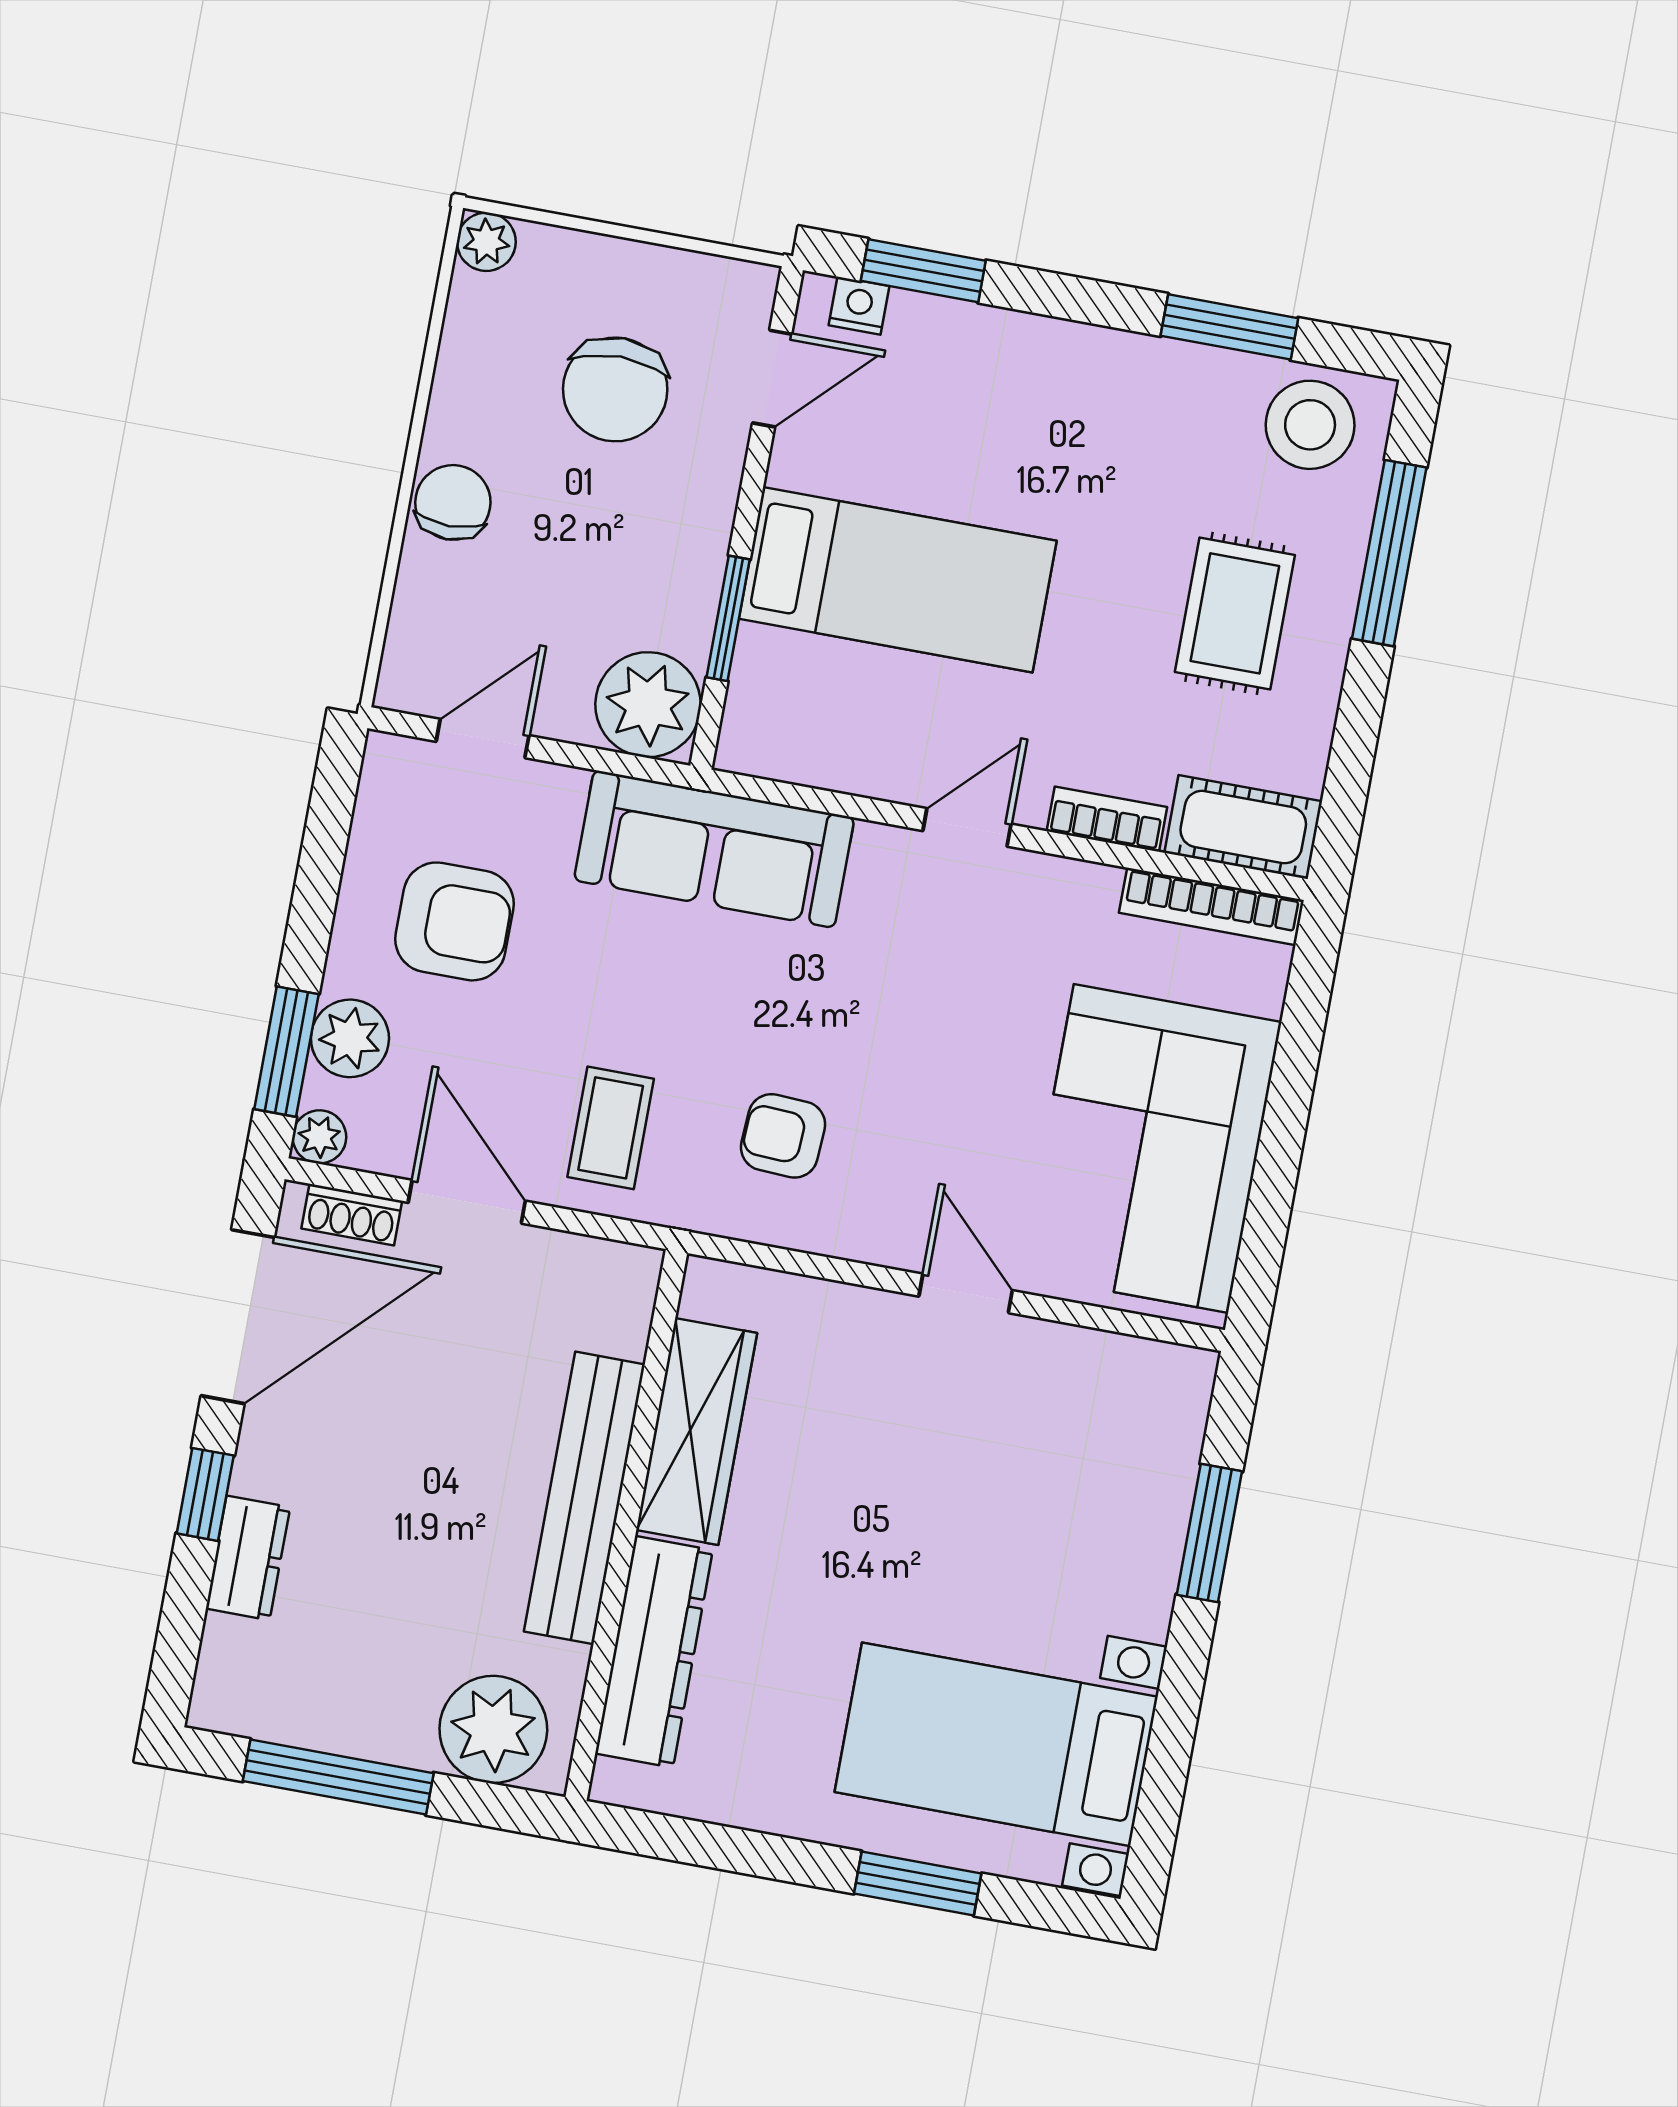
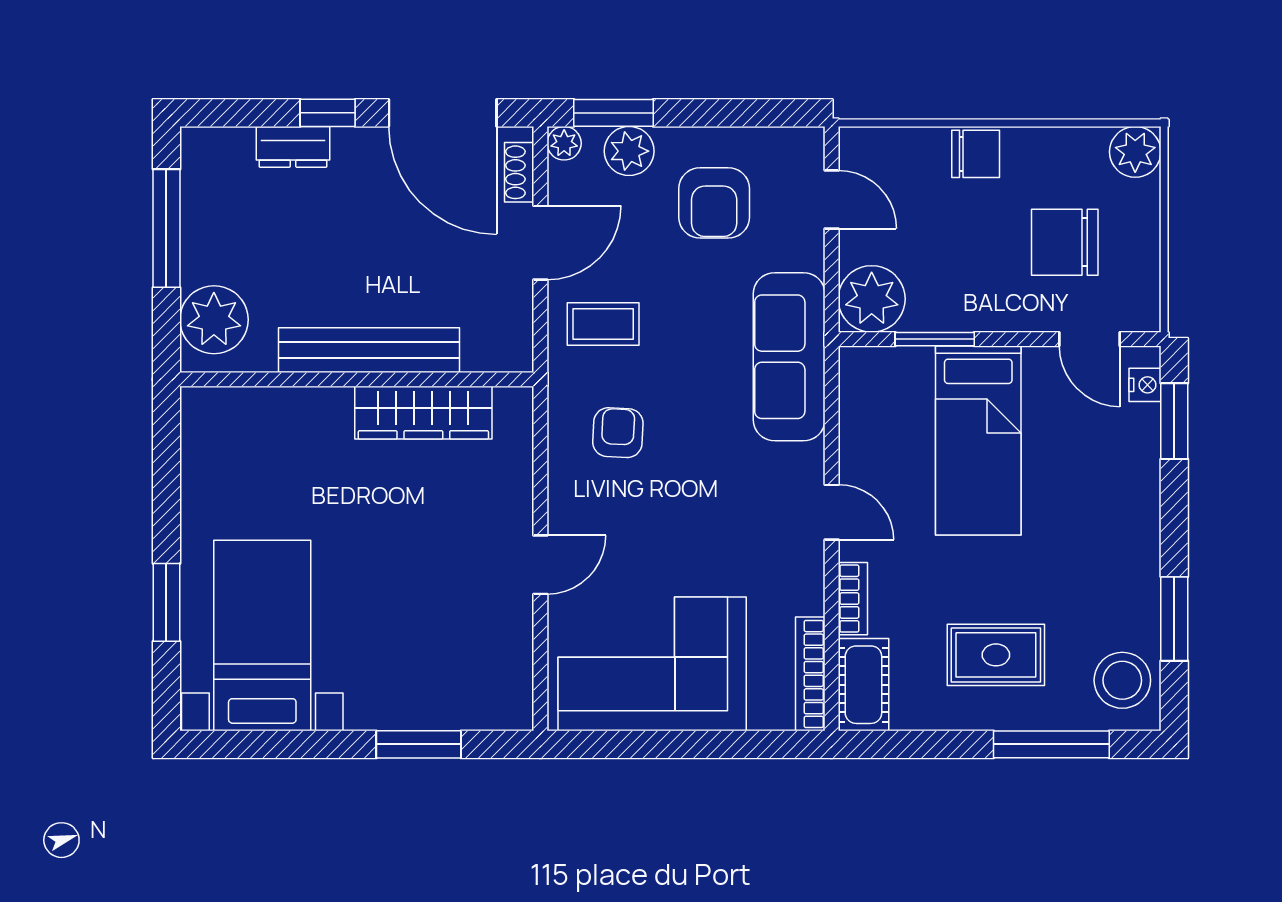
plant: (486, 242) -> (1135, 152), width x1.38, depth x1.38
dresser: (654, 1652) -> (281, 411), removed

